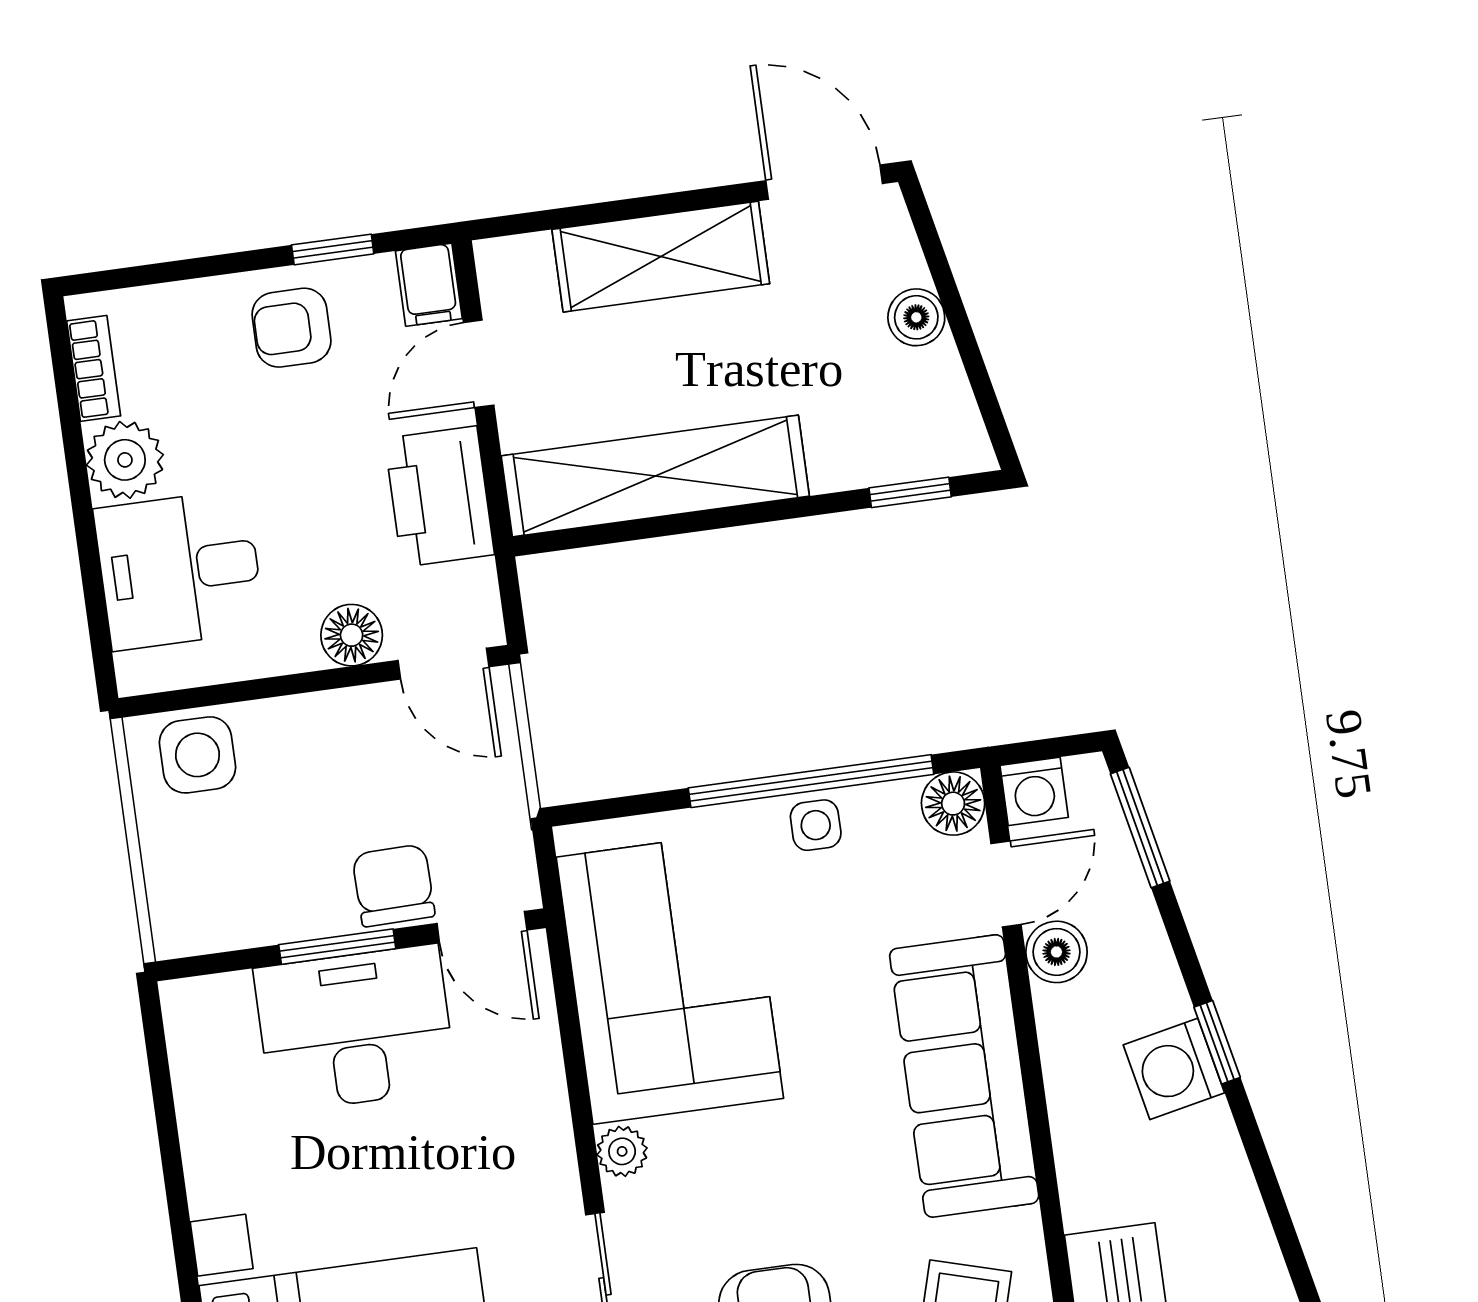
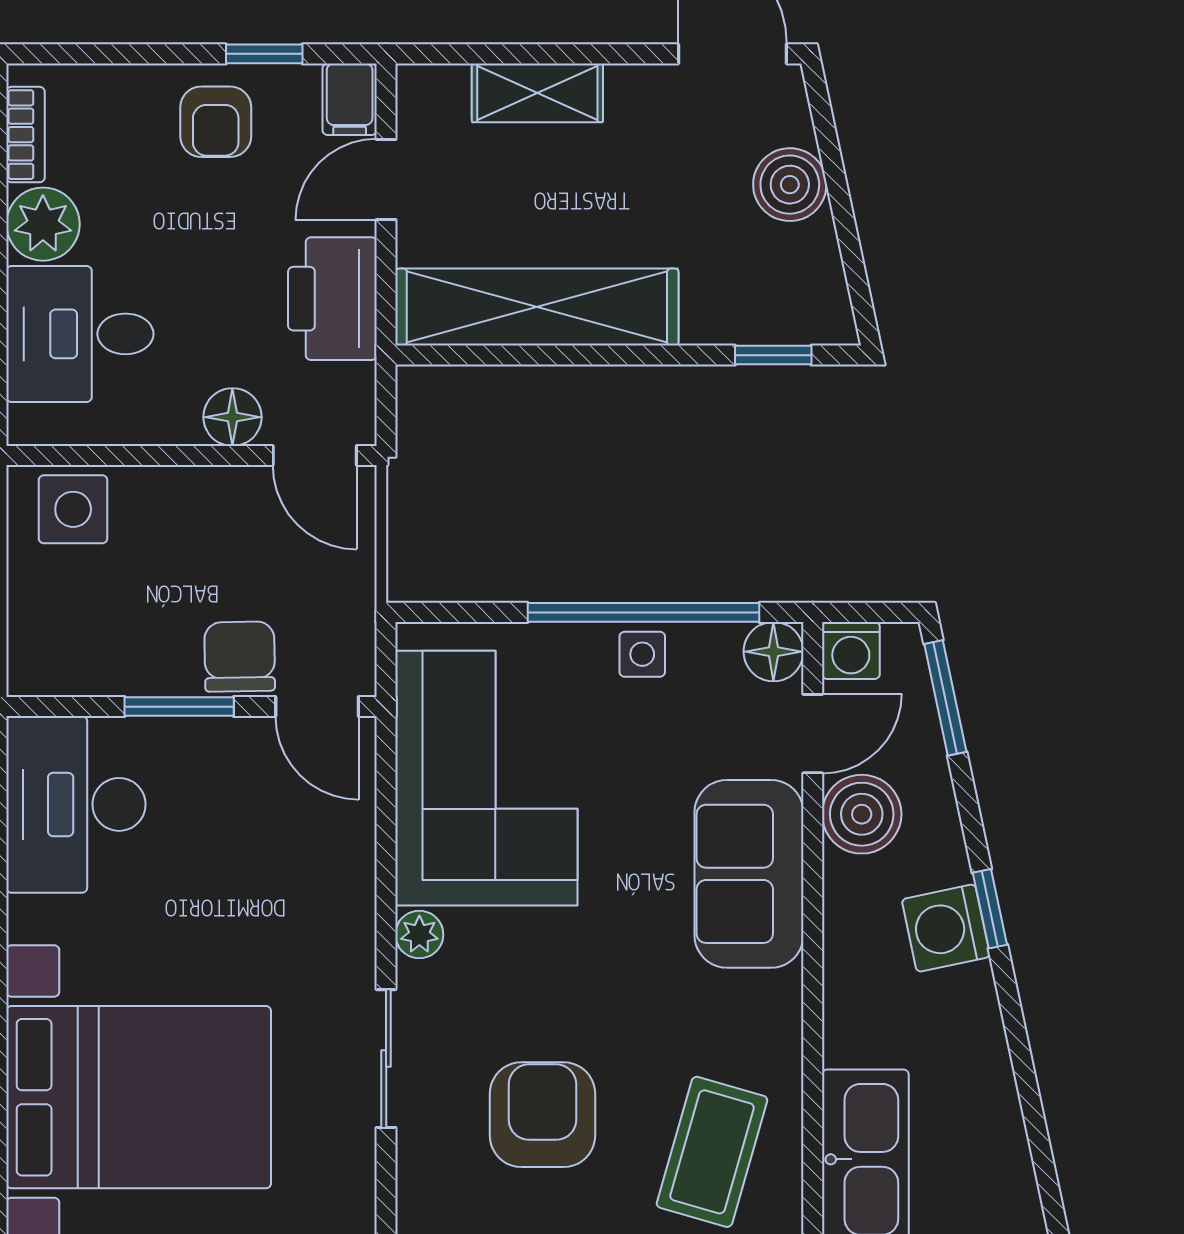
shelving: (661, 257) -> (537, 93), width x0.67, depth x0.75
boiler: (916, 317) -> (790, 185), width x1.36, depth x1.36
armchair: (291, 328) -> (216, 122), turned -90
boiler: (1056, 952) -> (862, 814), width x1.36, depth x1.36
desk: (355, 1029) -> (76, 804), moved, turned -90
sofa: (964, 1076) -> (749, 874), width x0.73

